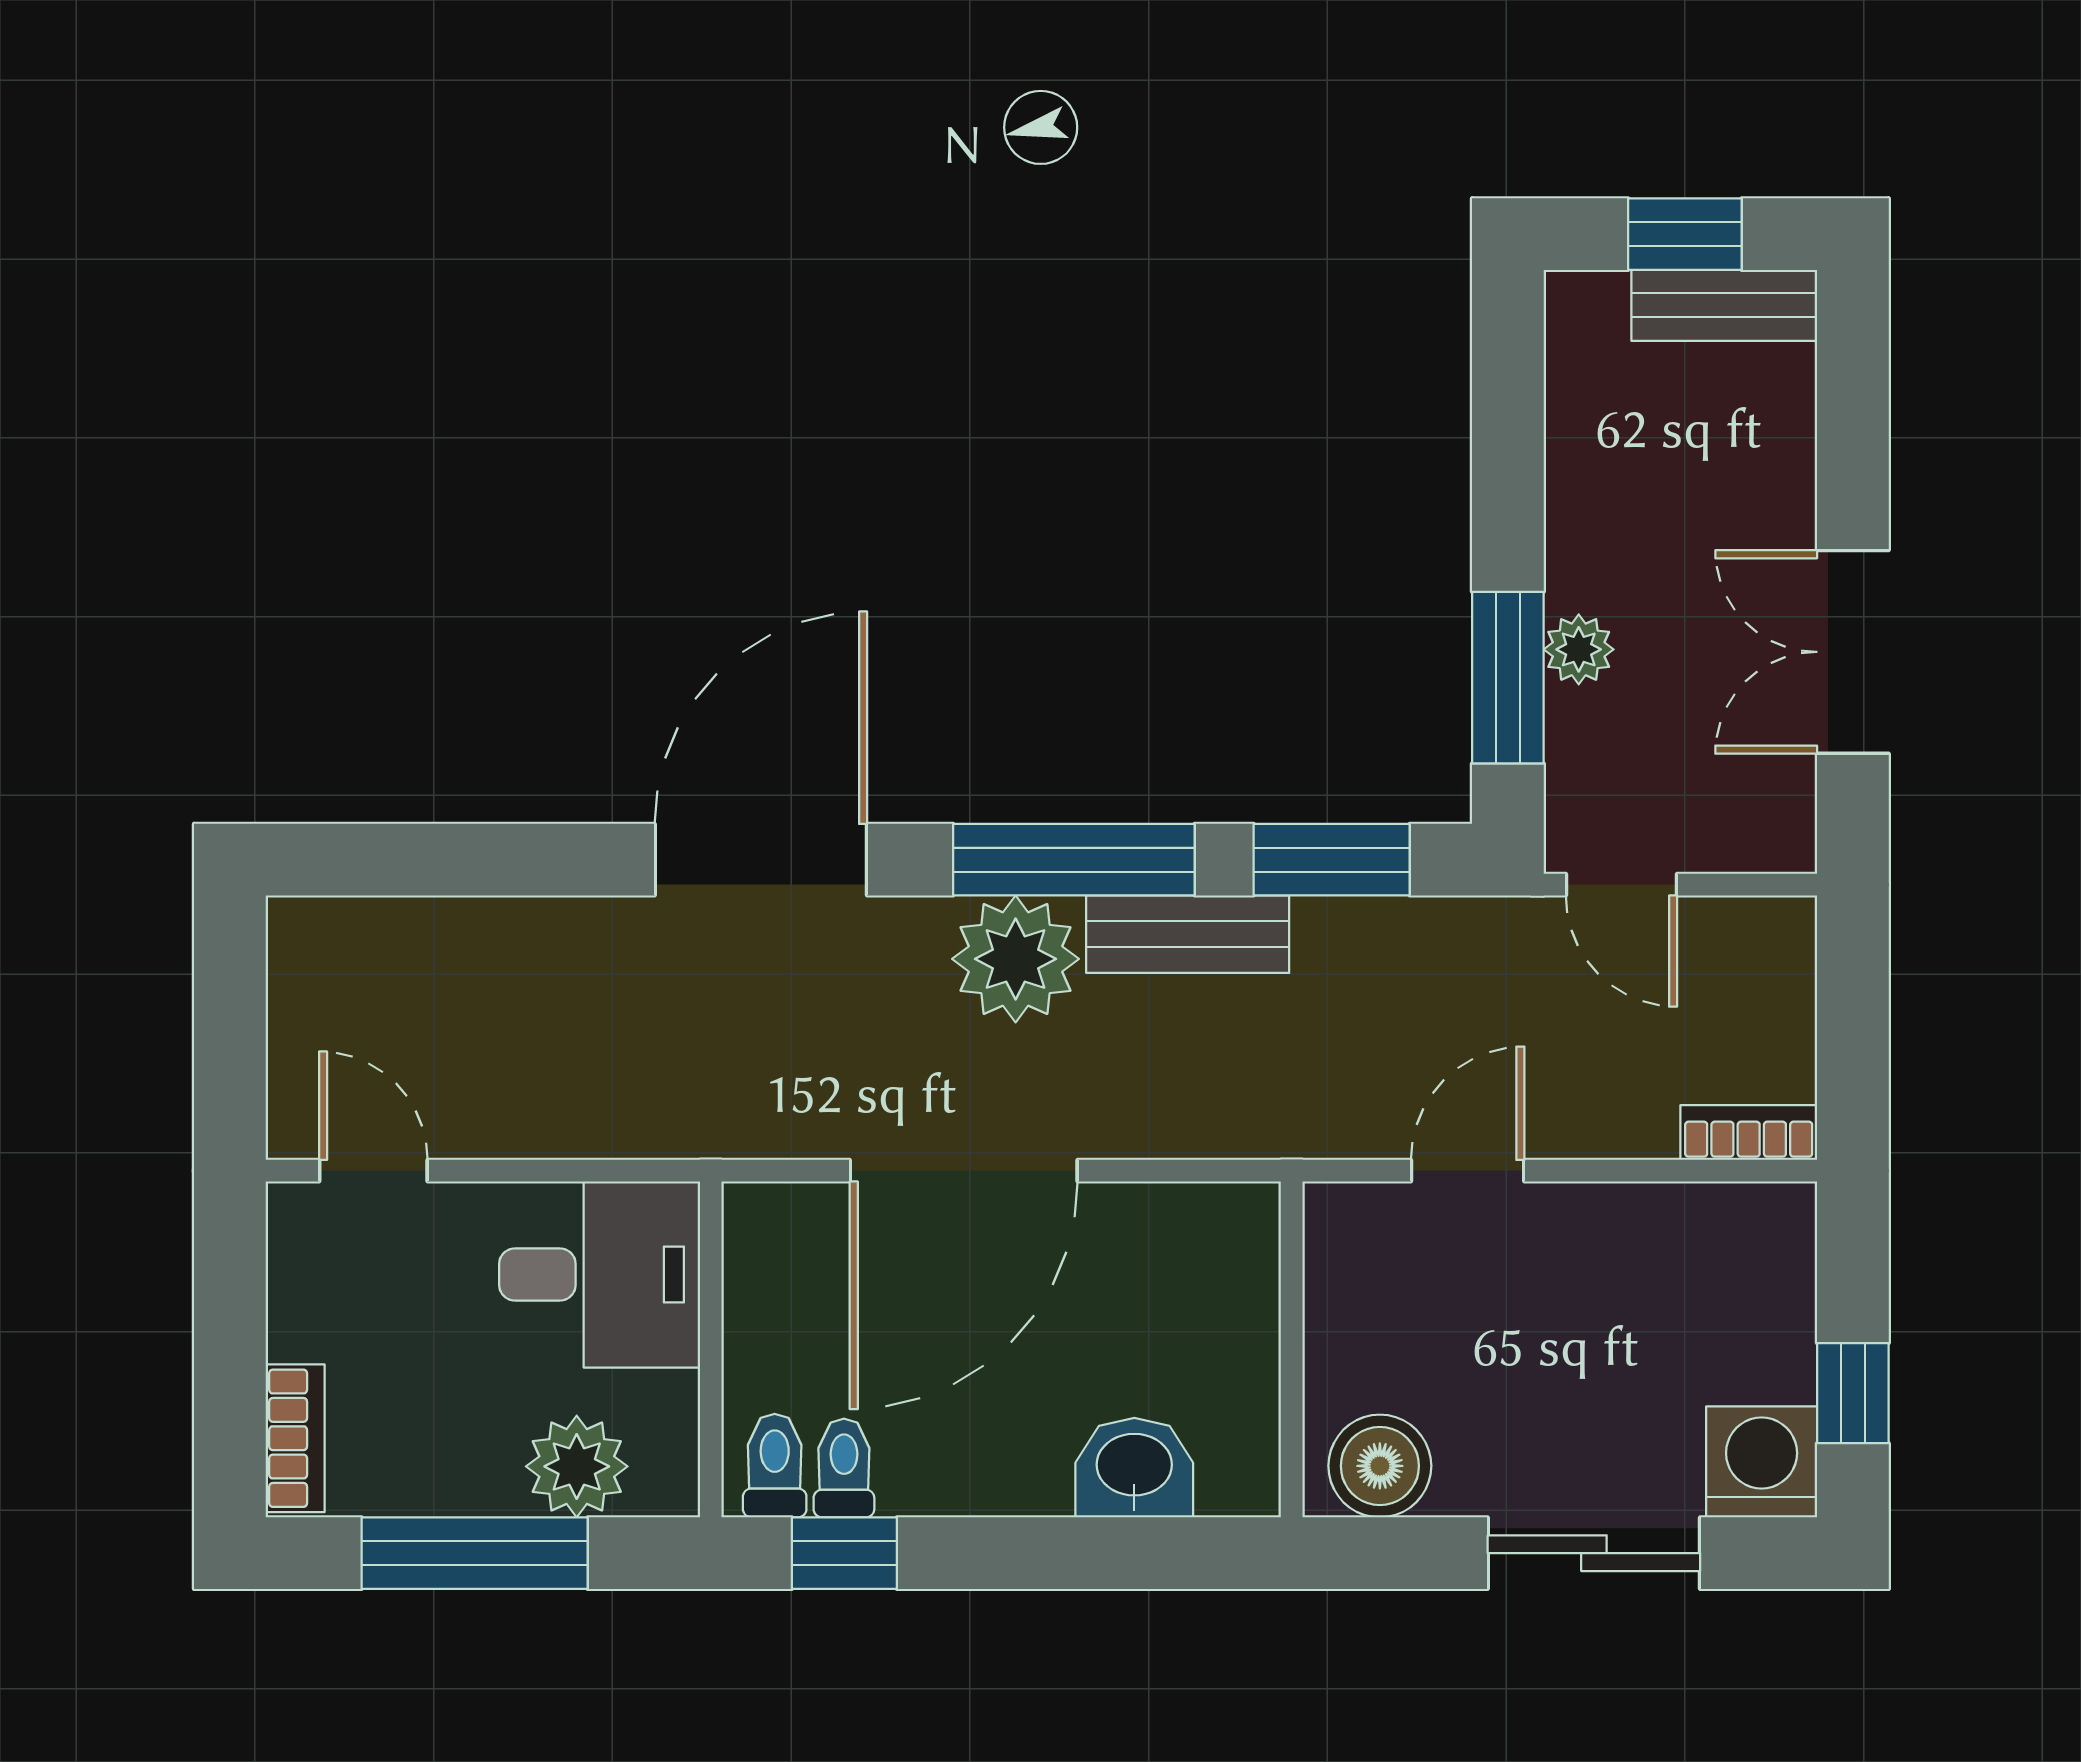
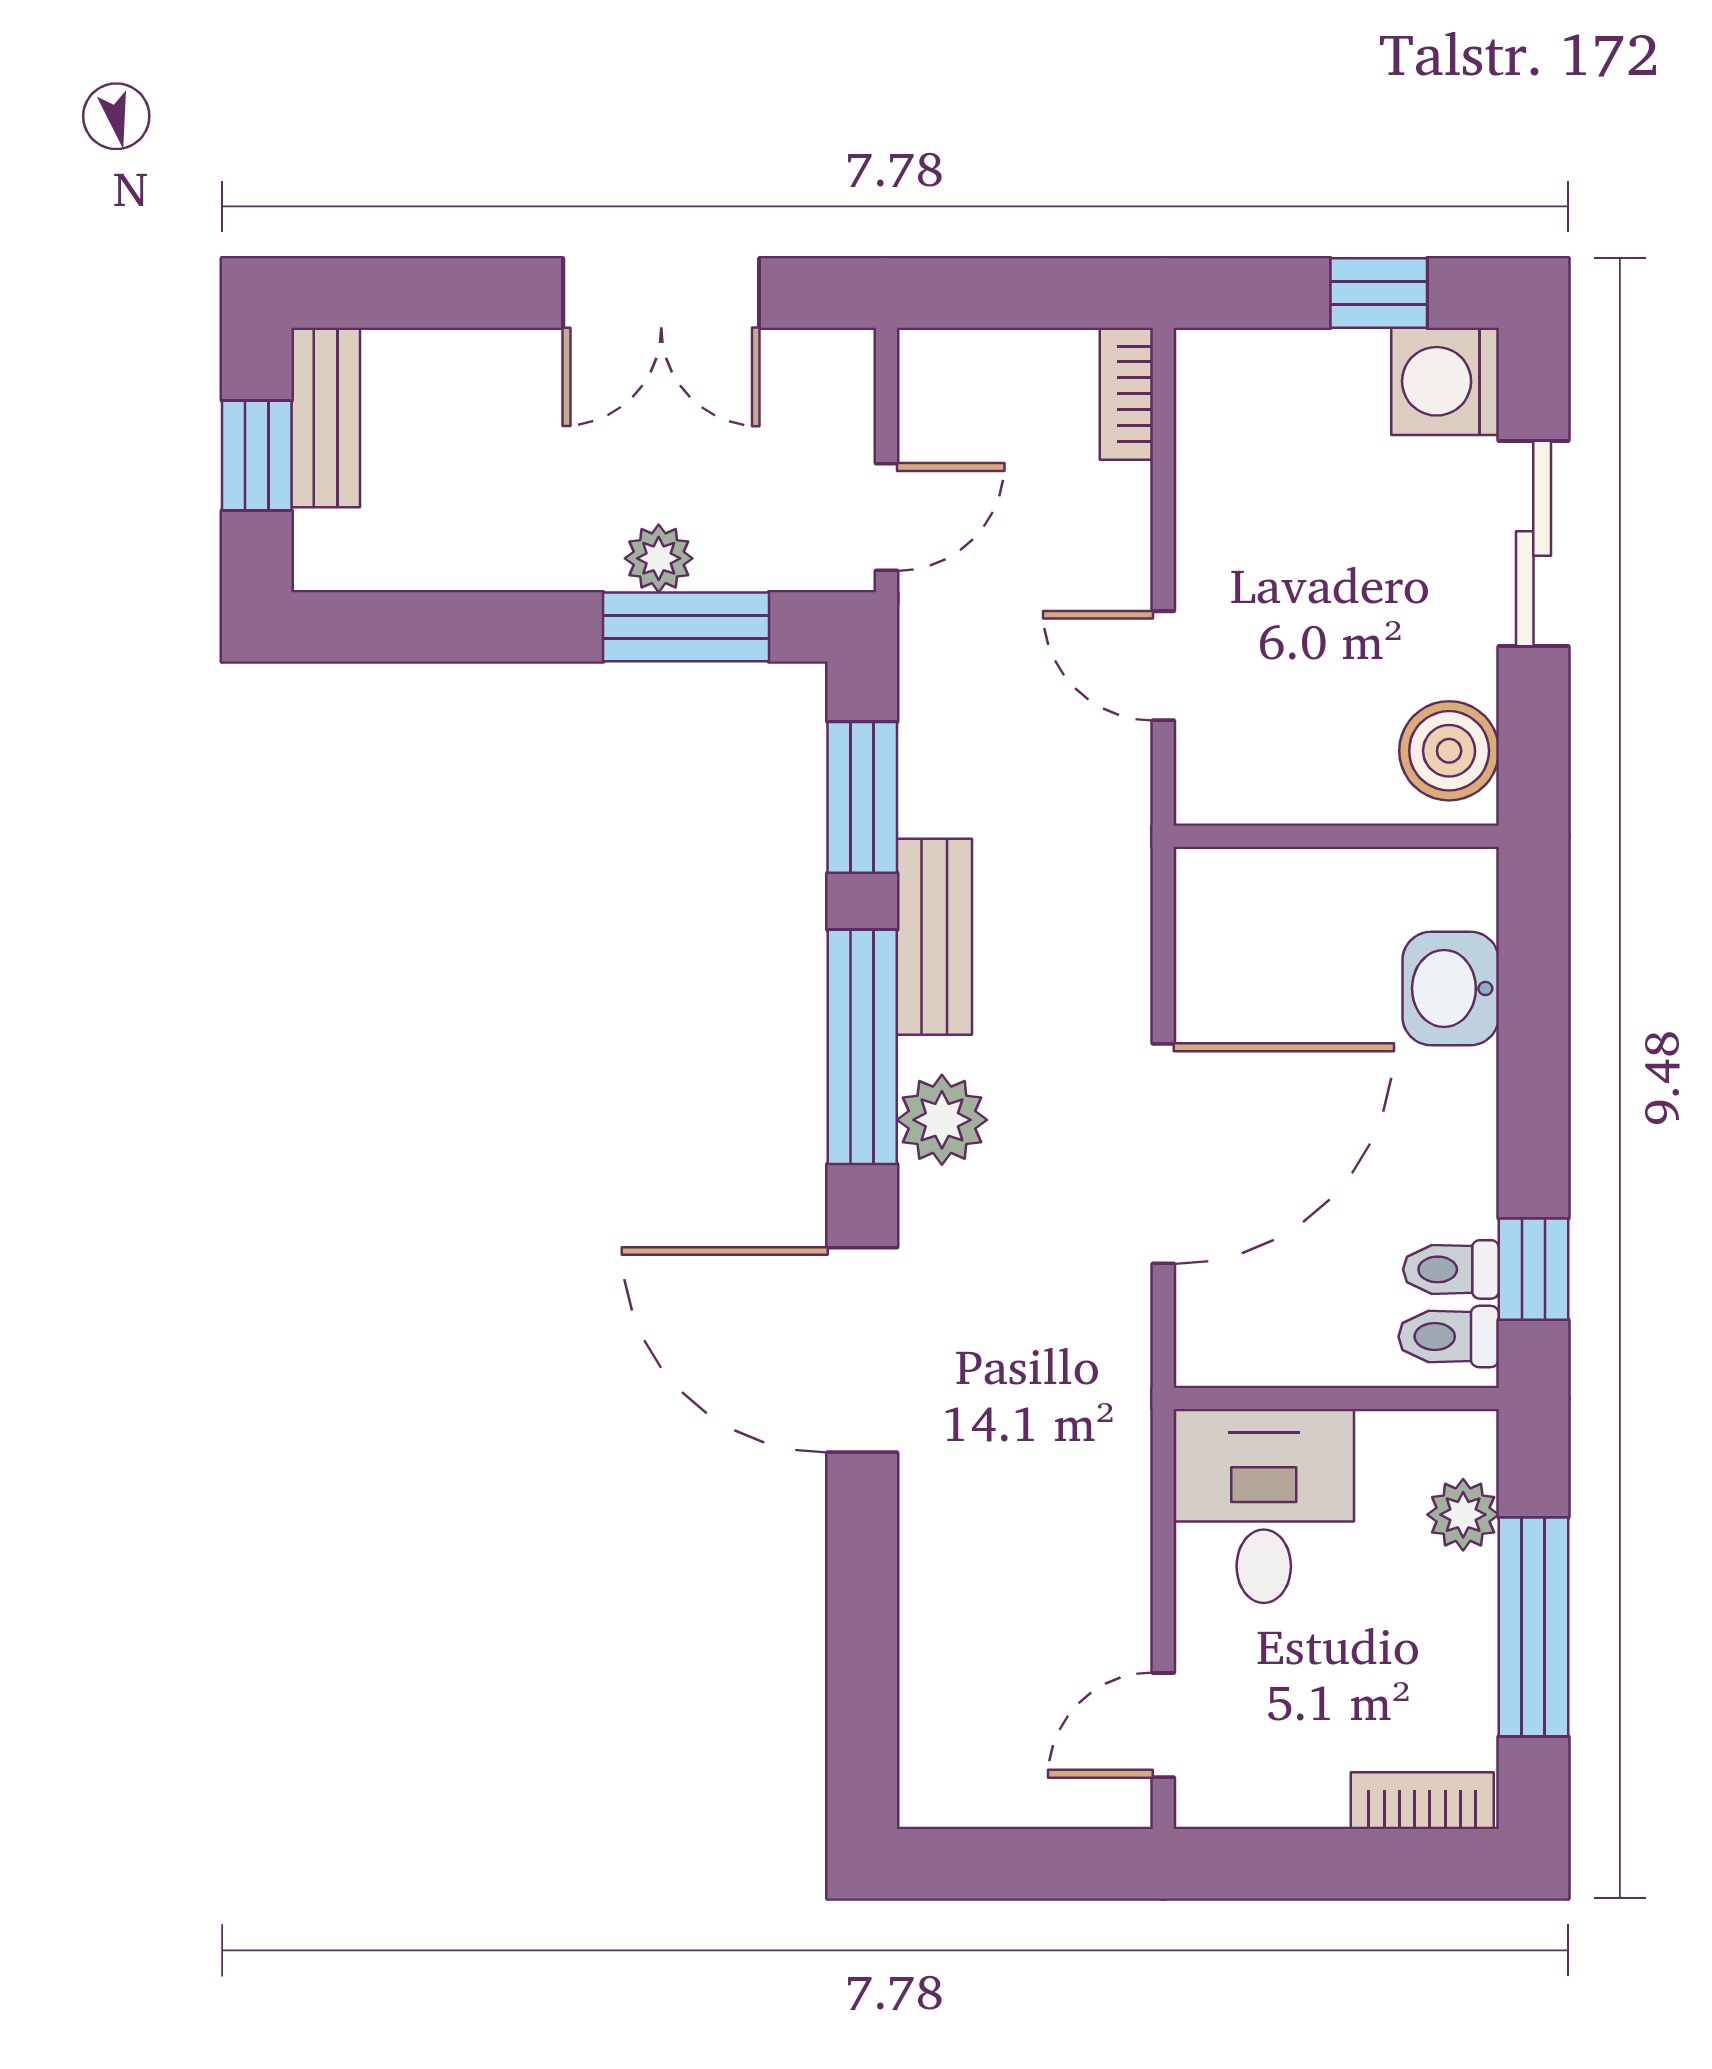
plant: (1016, 959) -> (942, 1120), width x0.73, depth x0.73
door: (964, 1171) -> (1163, 1154), hinge flipped
plant: (577, 1466) -> (1463, 1515), width x0.73, depth x0.73

